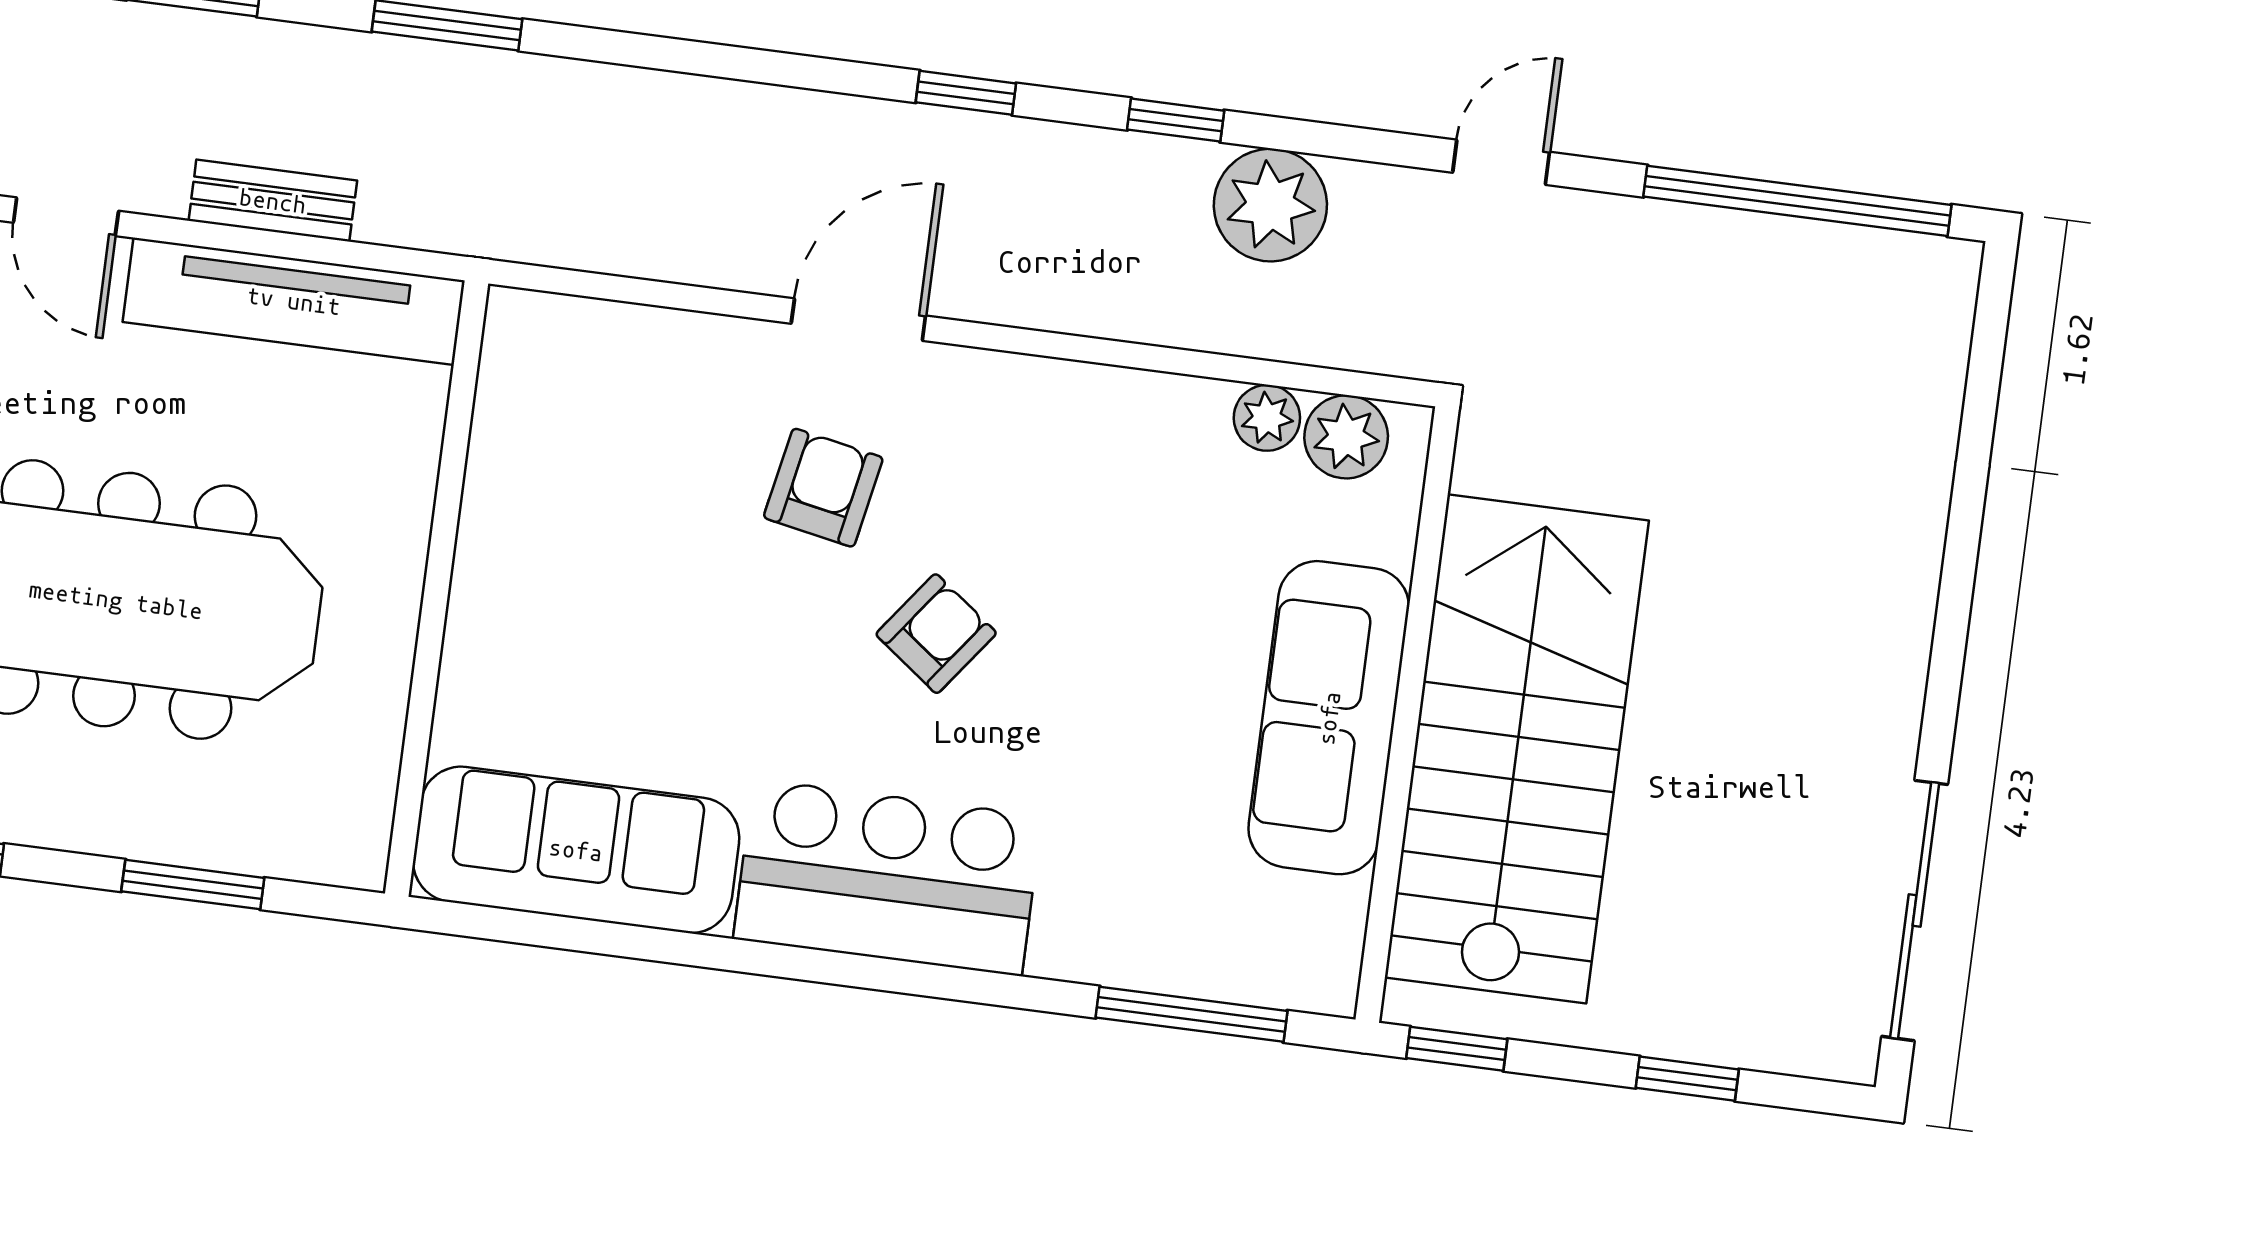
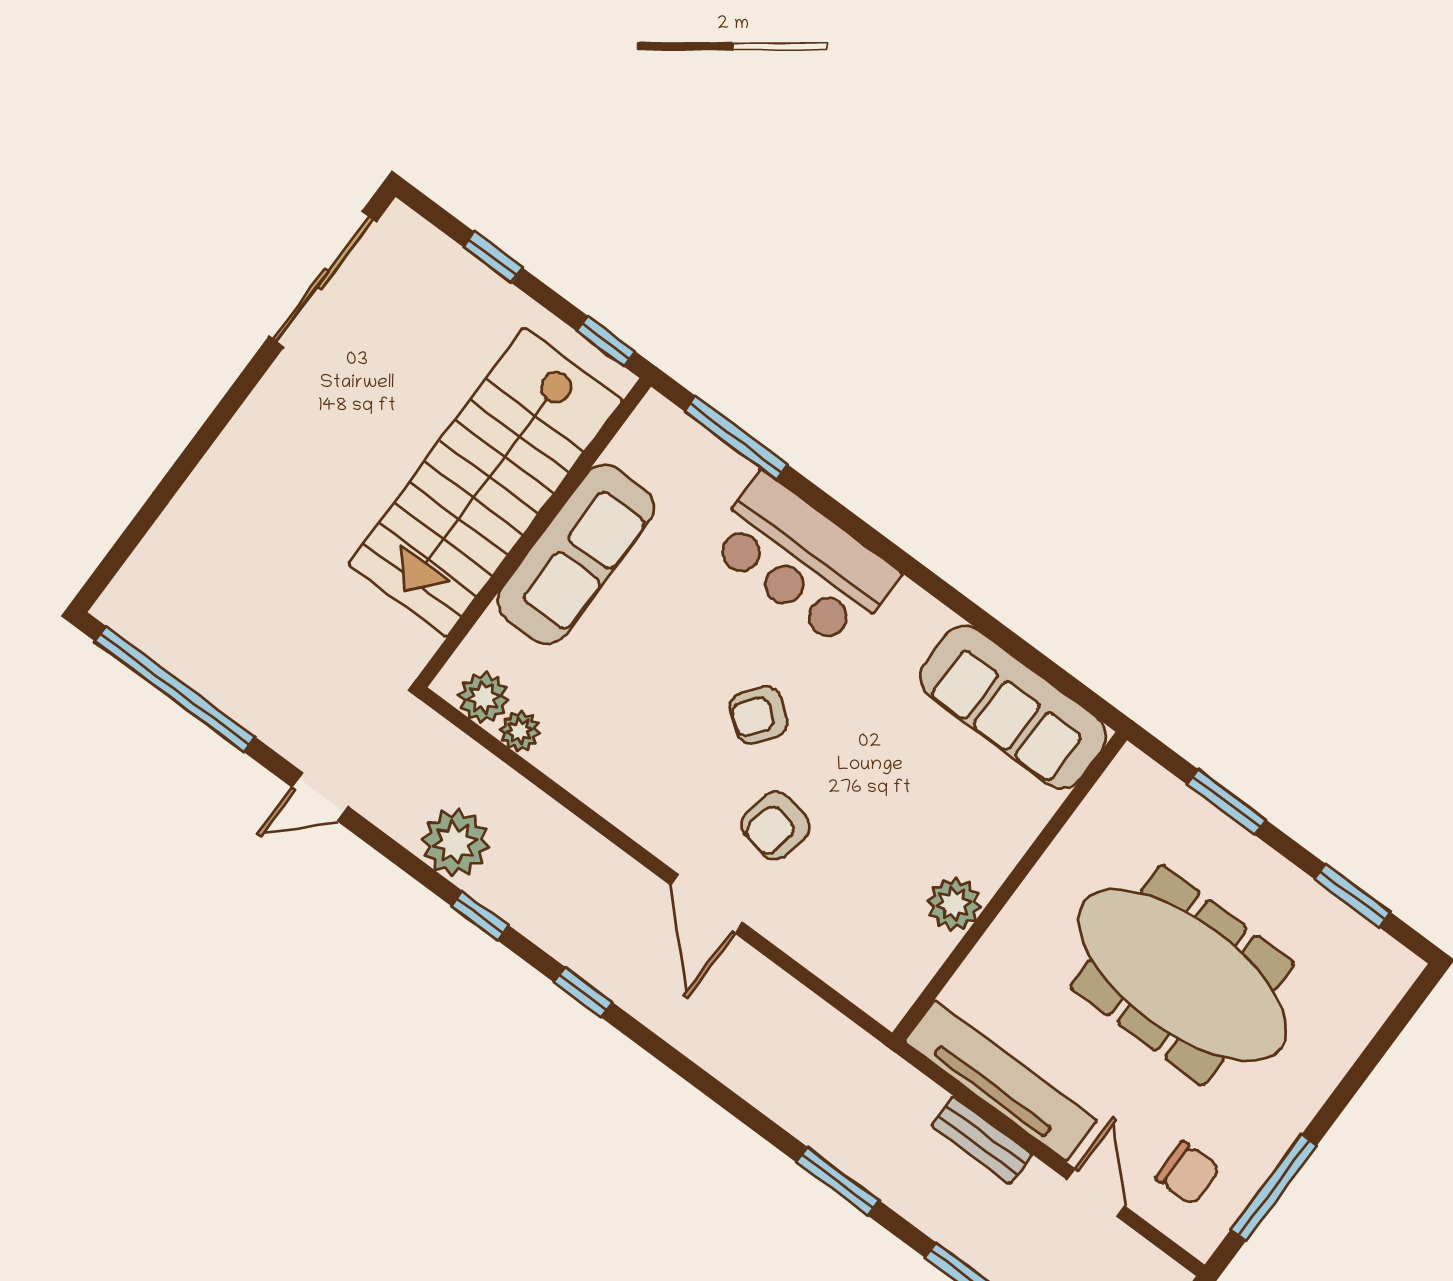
door: (858, 320) -> (707, 904), hinge flipped
plant: (503, 518) -> (954, 904), added
bar counter: (888, 877) -> (803, 560), moved

